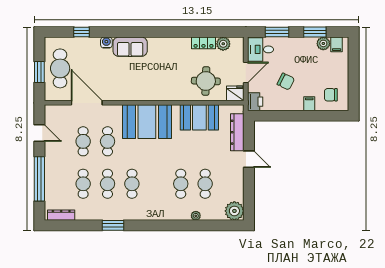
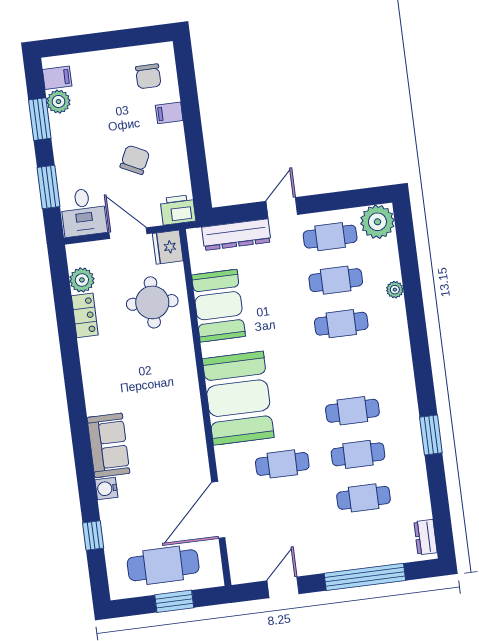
cafe table: (83, 141) -> (330, 237), moved
dresser: (61, 215) -> (425, 537), width x0.70

